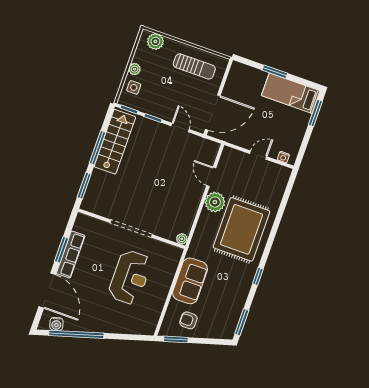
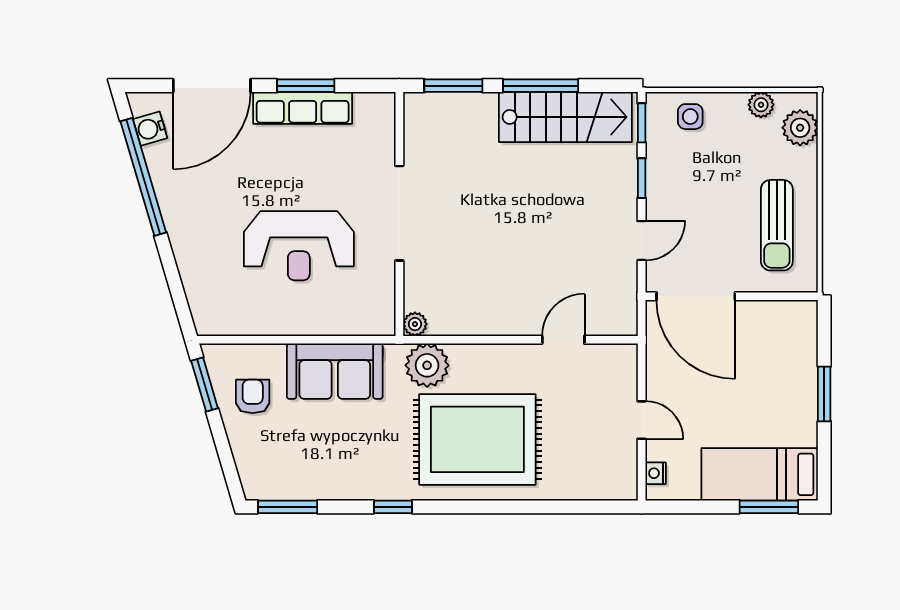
plant: (134, 69) -> (761, 105), moved
bed: (291, 93) -> (760, 474), moved, turned -90
plant: (215, 202) -> (427, 365), moved

